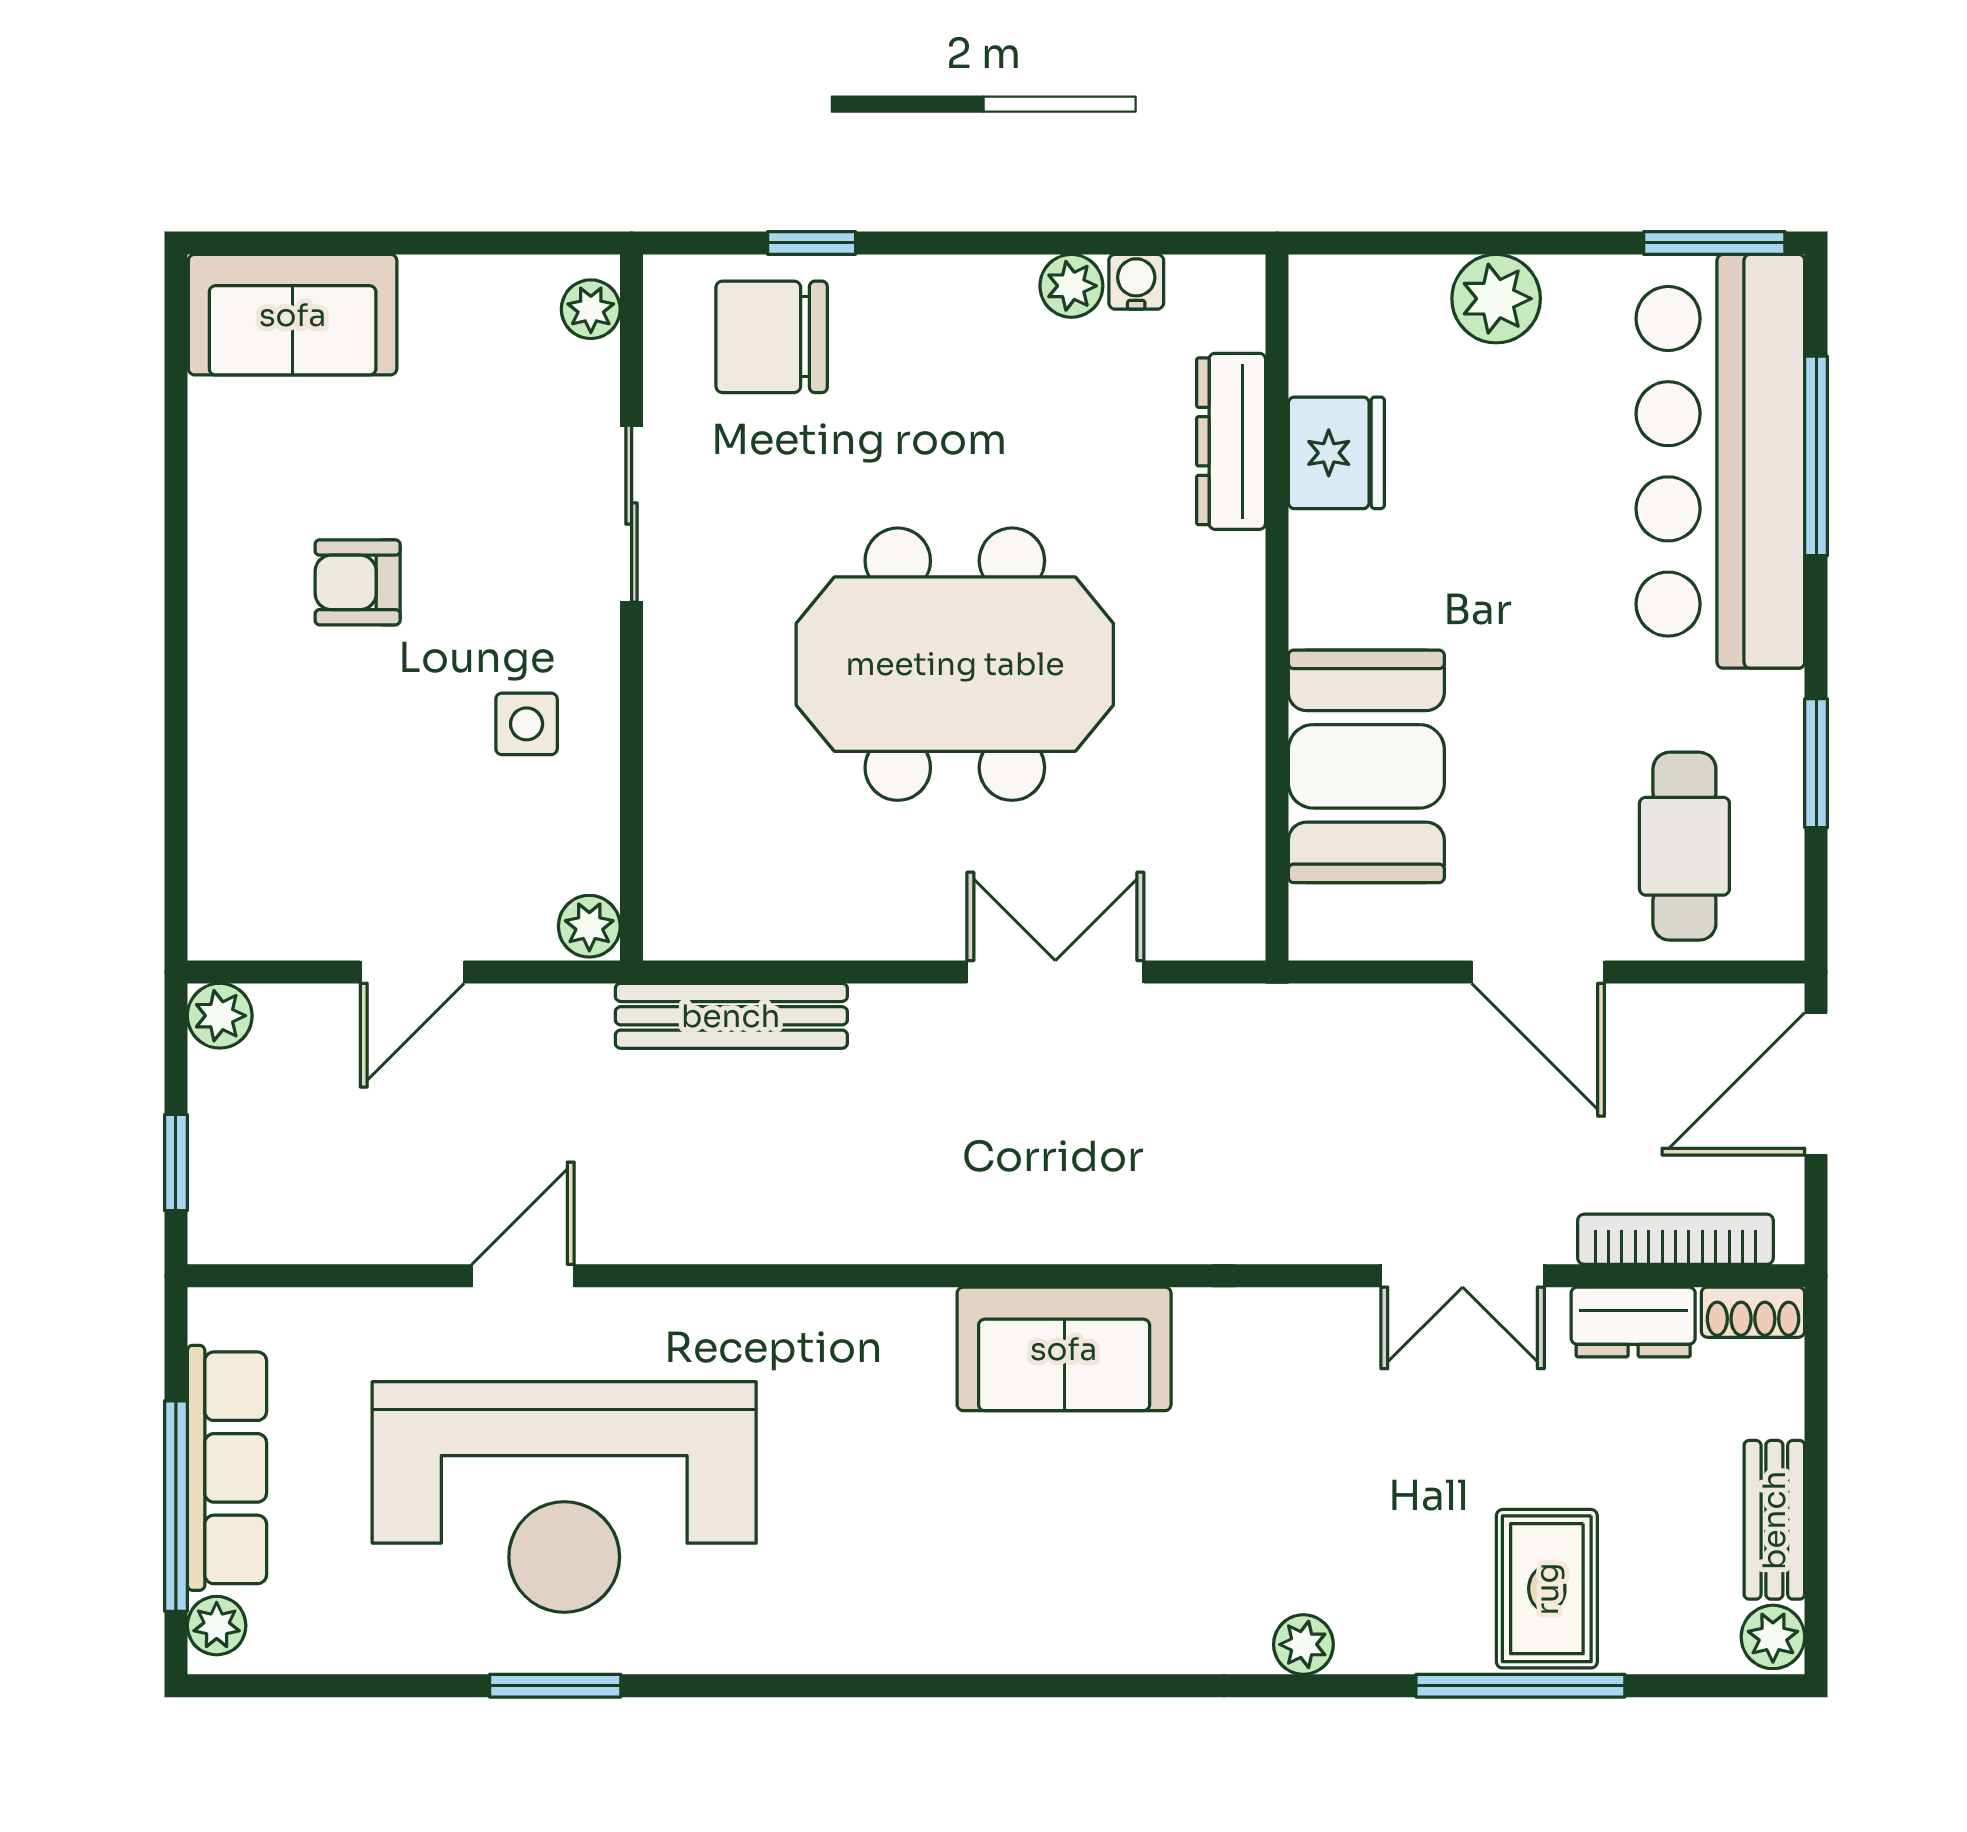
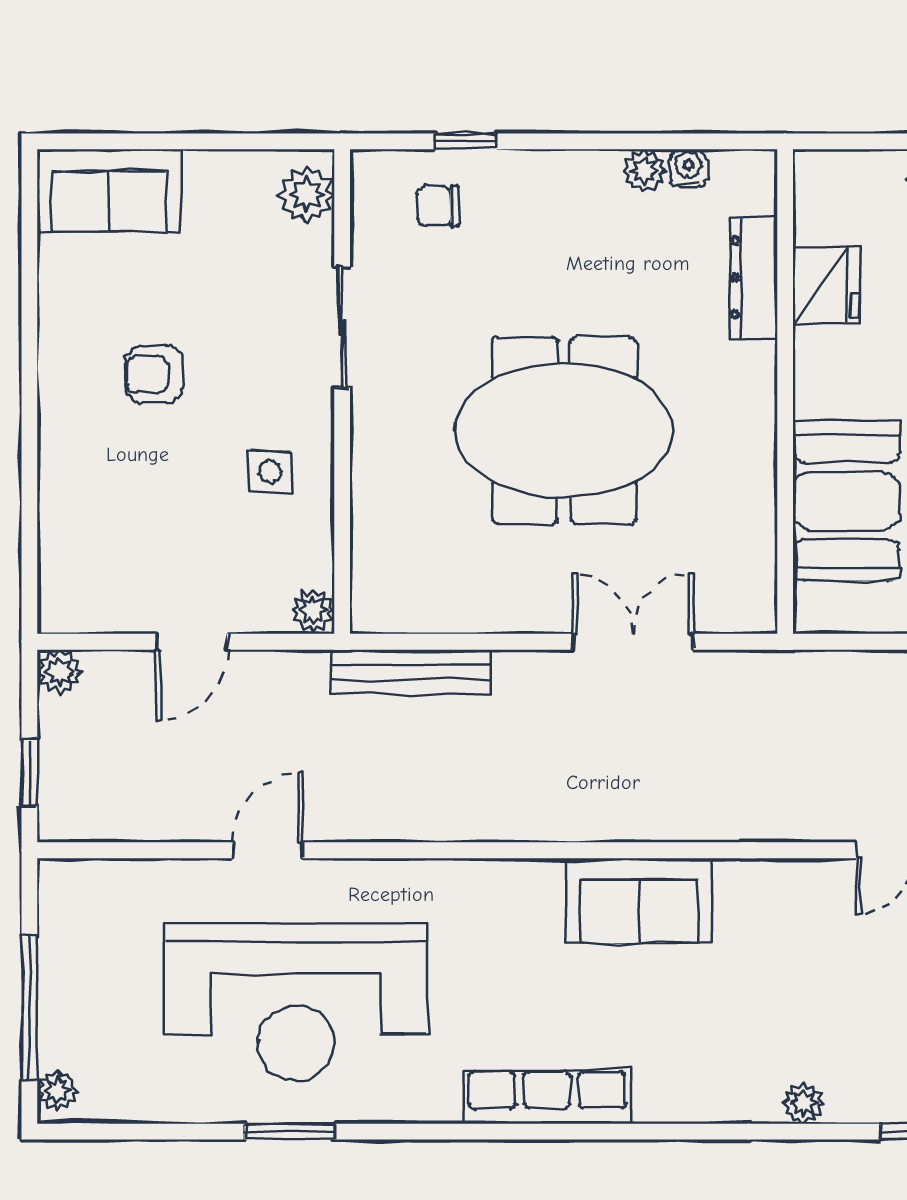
plant: (591, 309) -> (307, 194), width x1.38, depth x1.38
chair: (772, 337) -> (438, 206), width x0.54, depth x0.54
row of seats: (227, 1468) -> (547, 1097), moved, turned -90

